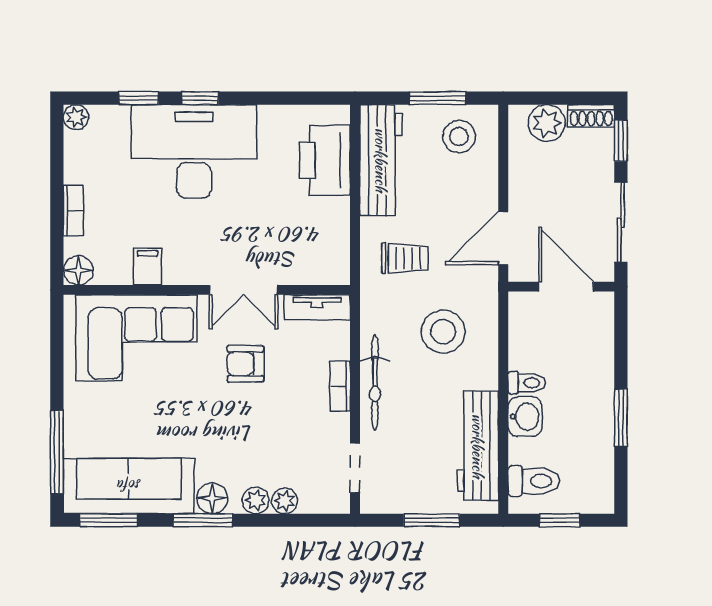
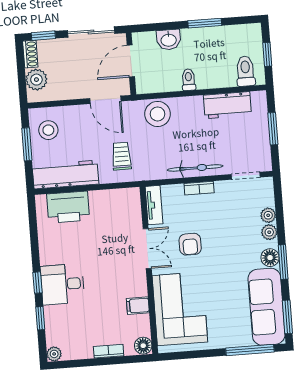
desk: (194, 151) -> (62, 284), width x0.53, depth x0.77
stool: (443, 332) -> (158, 114), moved
washbasin: (525, 417) -> (169, 40), moved, turned 180
workbench: (478, 446) -> (227, 105), width x0.73

